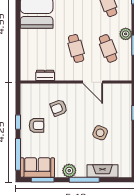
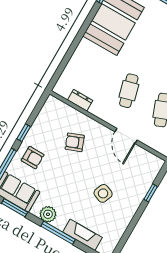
armchair: (37, 125) -> (33, 158), moved

